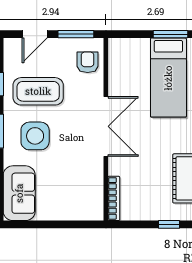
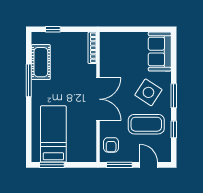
door: (35, 34) -> (149, 165), hinge flipped
double door: (106, 126) -> (98, 99), swing flipped
side table: (35, 136) -> (148, 92), turned 33

